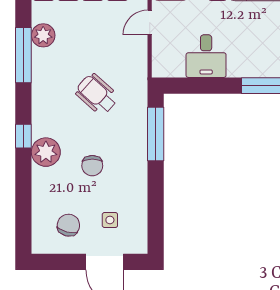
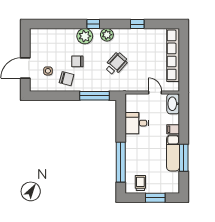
plant: (43, 35) -> (107, 35), moved
window: (23, 55) -> (137, 24), width x0.46
chair: (68, 225) -> (67, 79), moved

